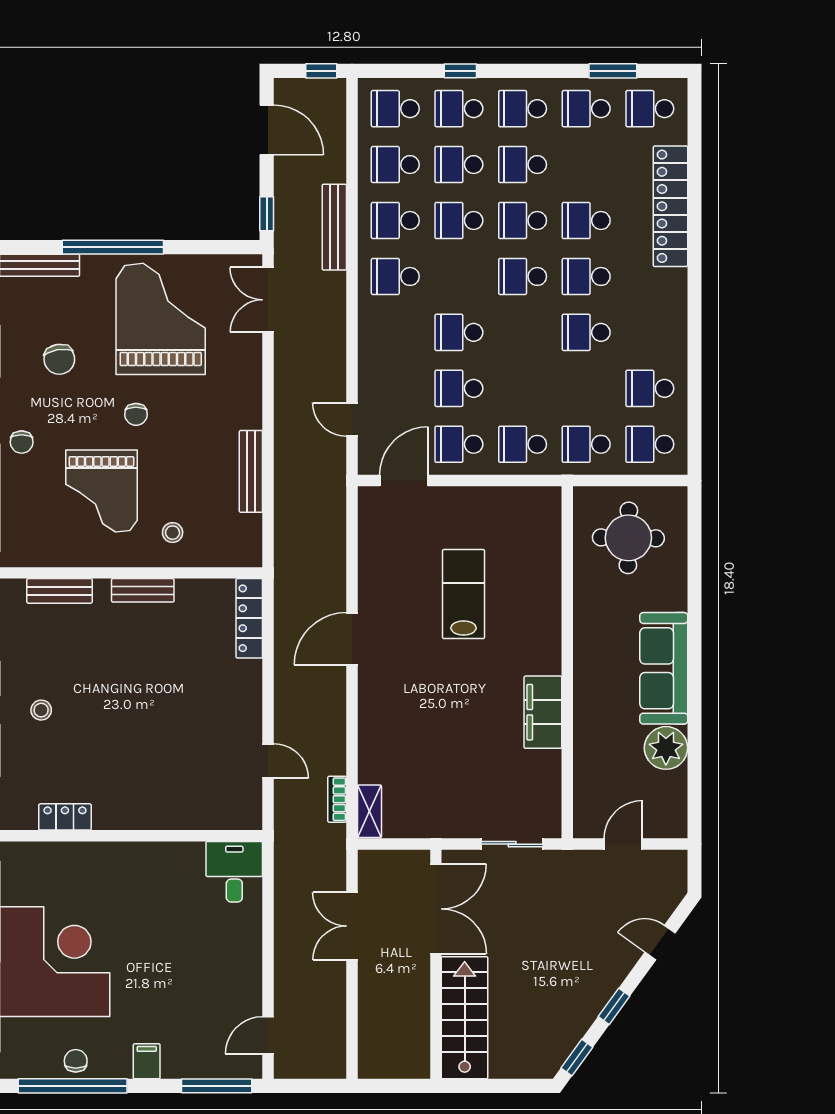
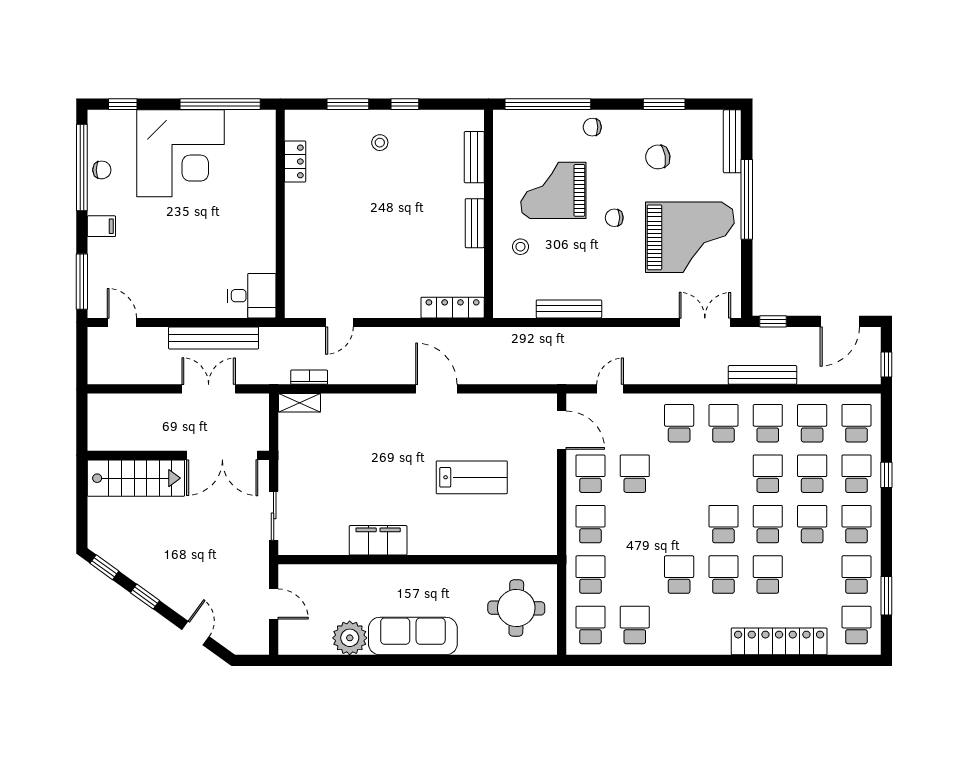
school desk: (459, 332) -> (679, 423), moved
bench: (288, 920) -> (214, 338), added

